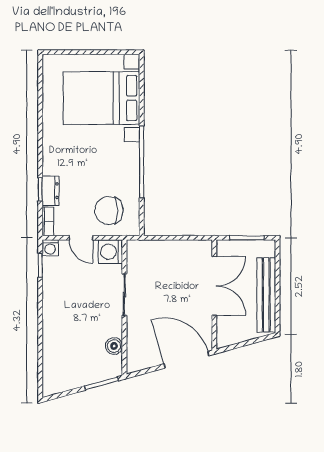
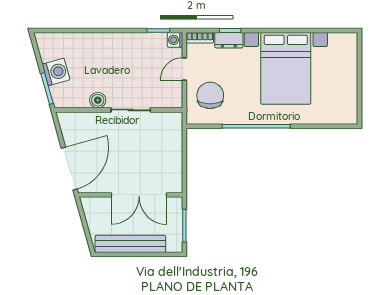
bed with nightstands: (101, 98) -> (286, 68), moved, turned 180
washing machine: (110, 252) -> (56, 72), moved, turned 74
boiler: (114, 346) -> (98, 100), moved

